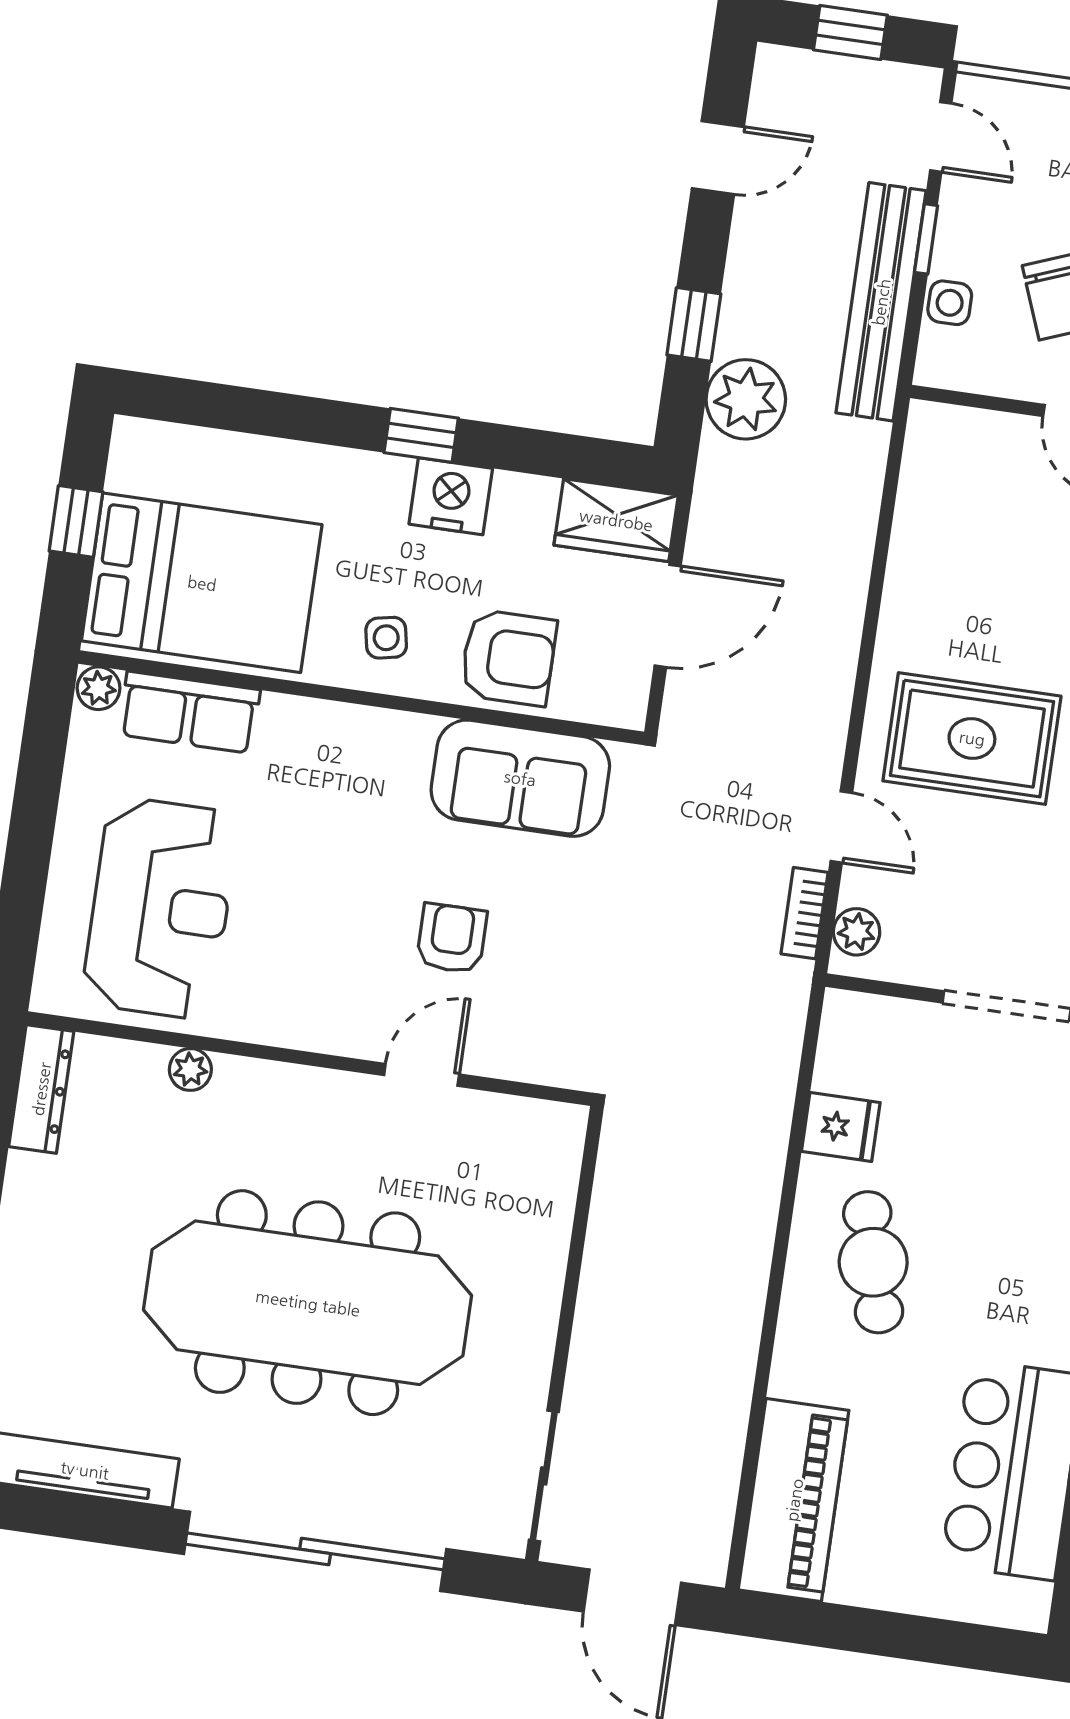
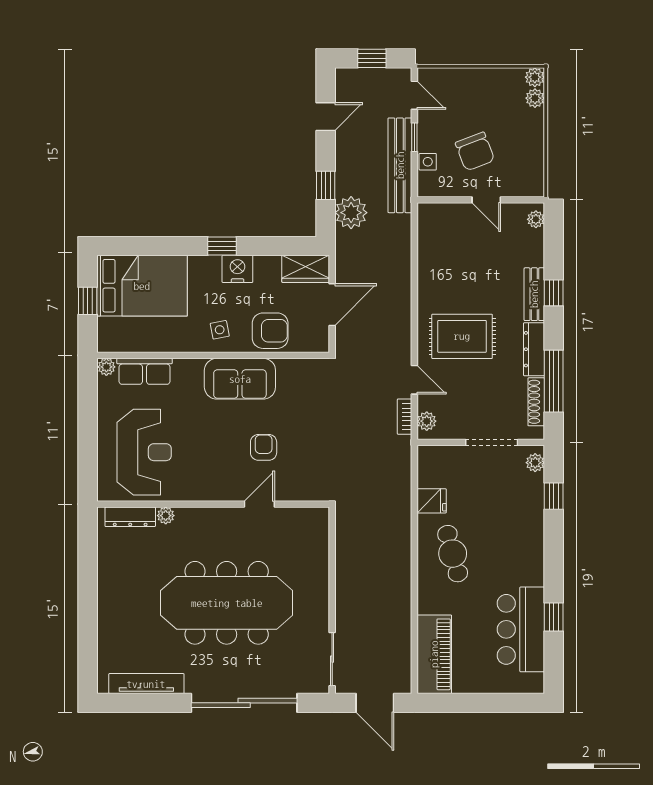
bed: (202, 583) -> (142, 286), moved
sofa: (520, 778) -> (240, 379), moved
dresser: (41, 1089) -> (130, 517), moved, turned 90

